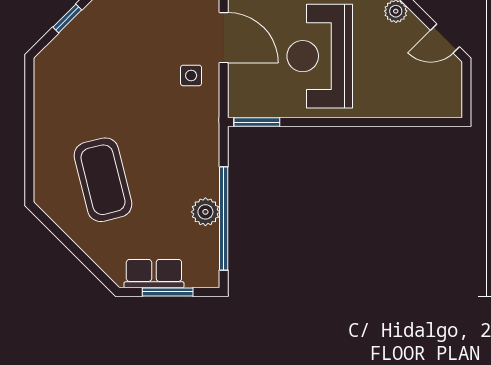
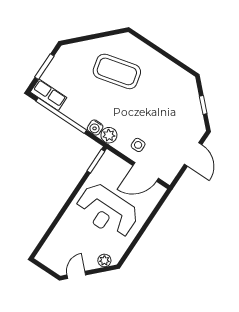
reception desk: (320, 56) -> (107, 211), turned 180
water cooler: (208, 157) -> (95, 128), added
plant: (205, 212) -> (109, 135), moved
row of seats: (154, 274) -> (49, 95), moved, turned -90

